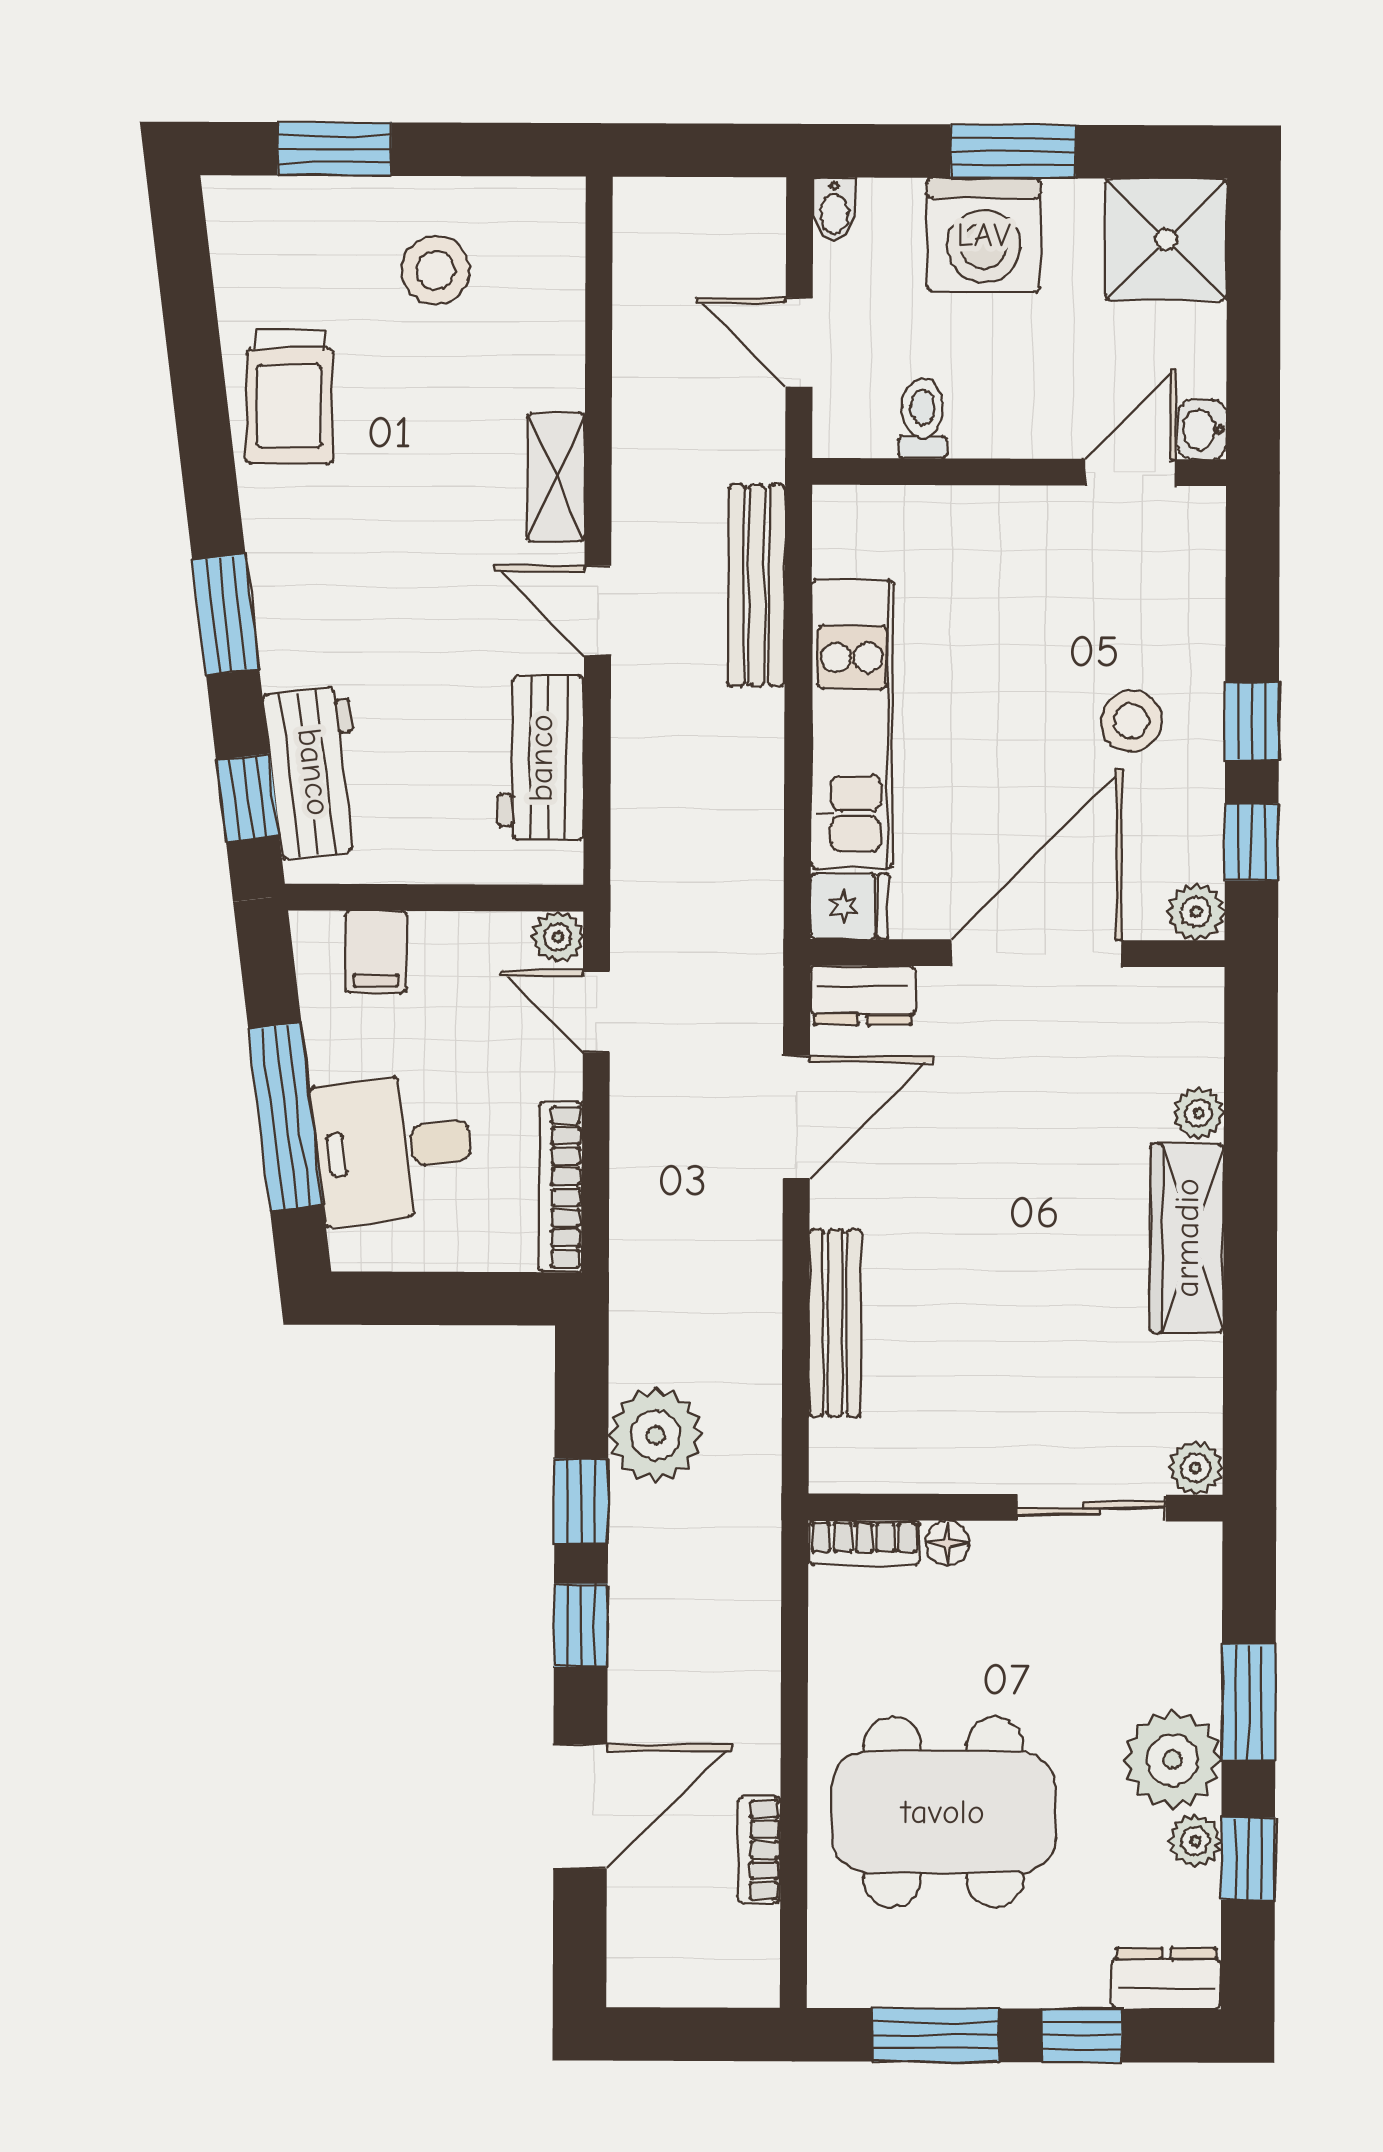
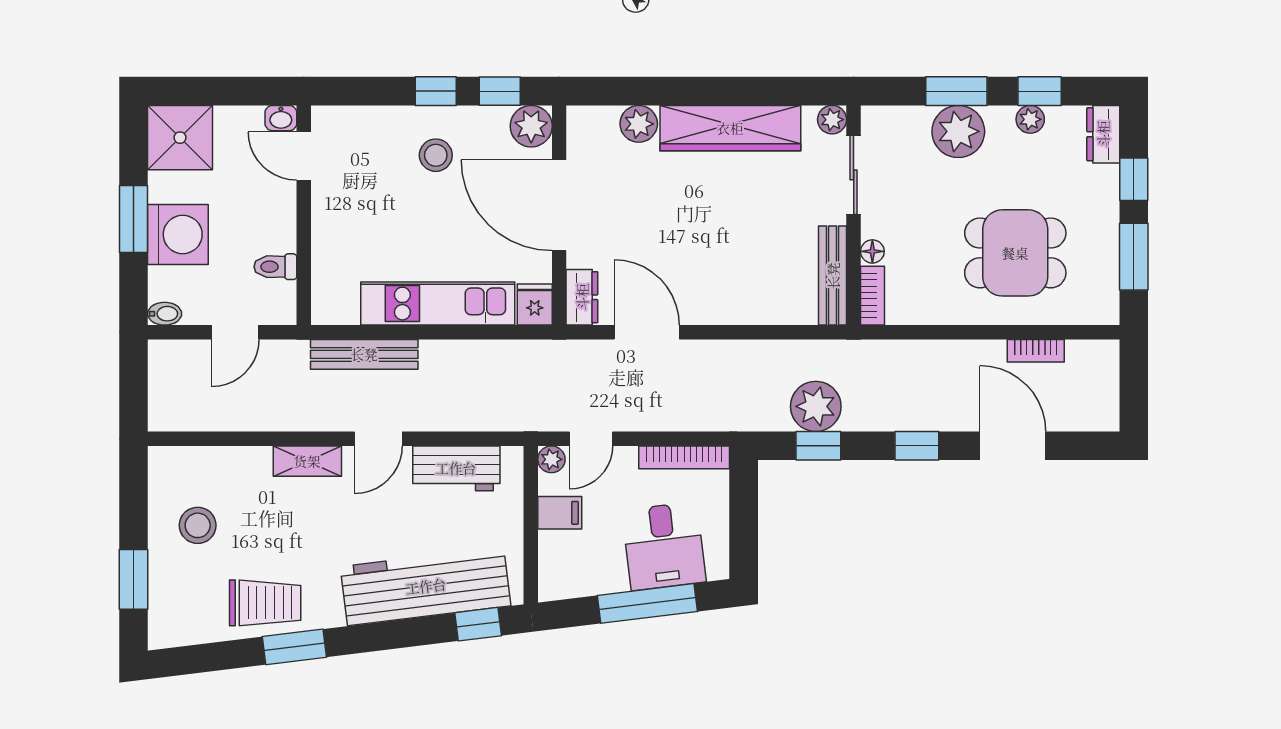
window: (226, 615) -> (294, 647), moved
workbench: (314, 772) -> (426, 586), width x1.88, depth x1.32
plant: (1196, 912) -> (531, 126), width x1.38, depth x1.38
filing cabinet: (376, 952) -> (560, 513), moved
plant: (1199, 1113) -> (639, 124), width x1.38, depth x1.38
wardrobe: (1187, 1238) -> (730, 128), width x1.40, depth x1.17
bench: (835, 1323) -> (833, 276), moved, turned 90
window: (581, 1501) -> (818, 446), moved
plant: (1172, 1760) -> (958, 131), moved
dining table: (943, 1812) -> (1015, 253), width x0.73

